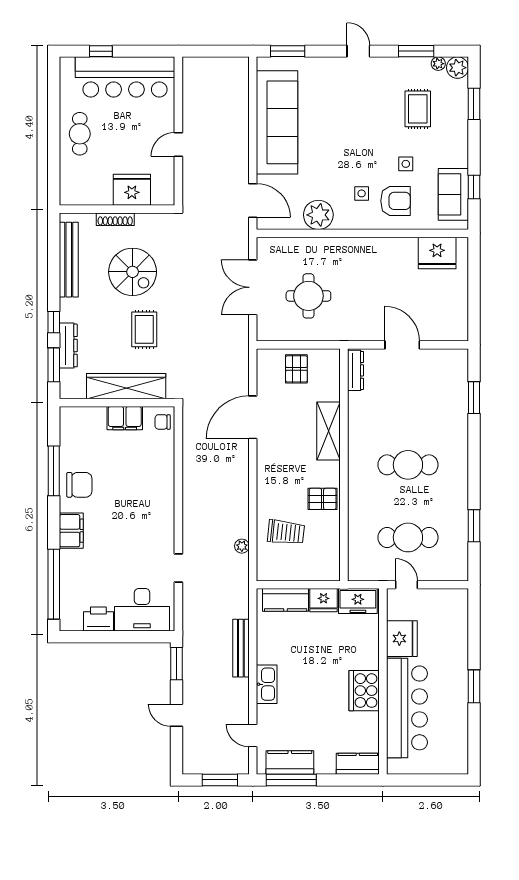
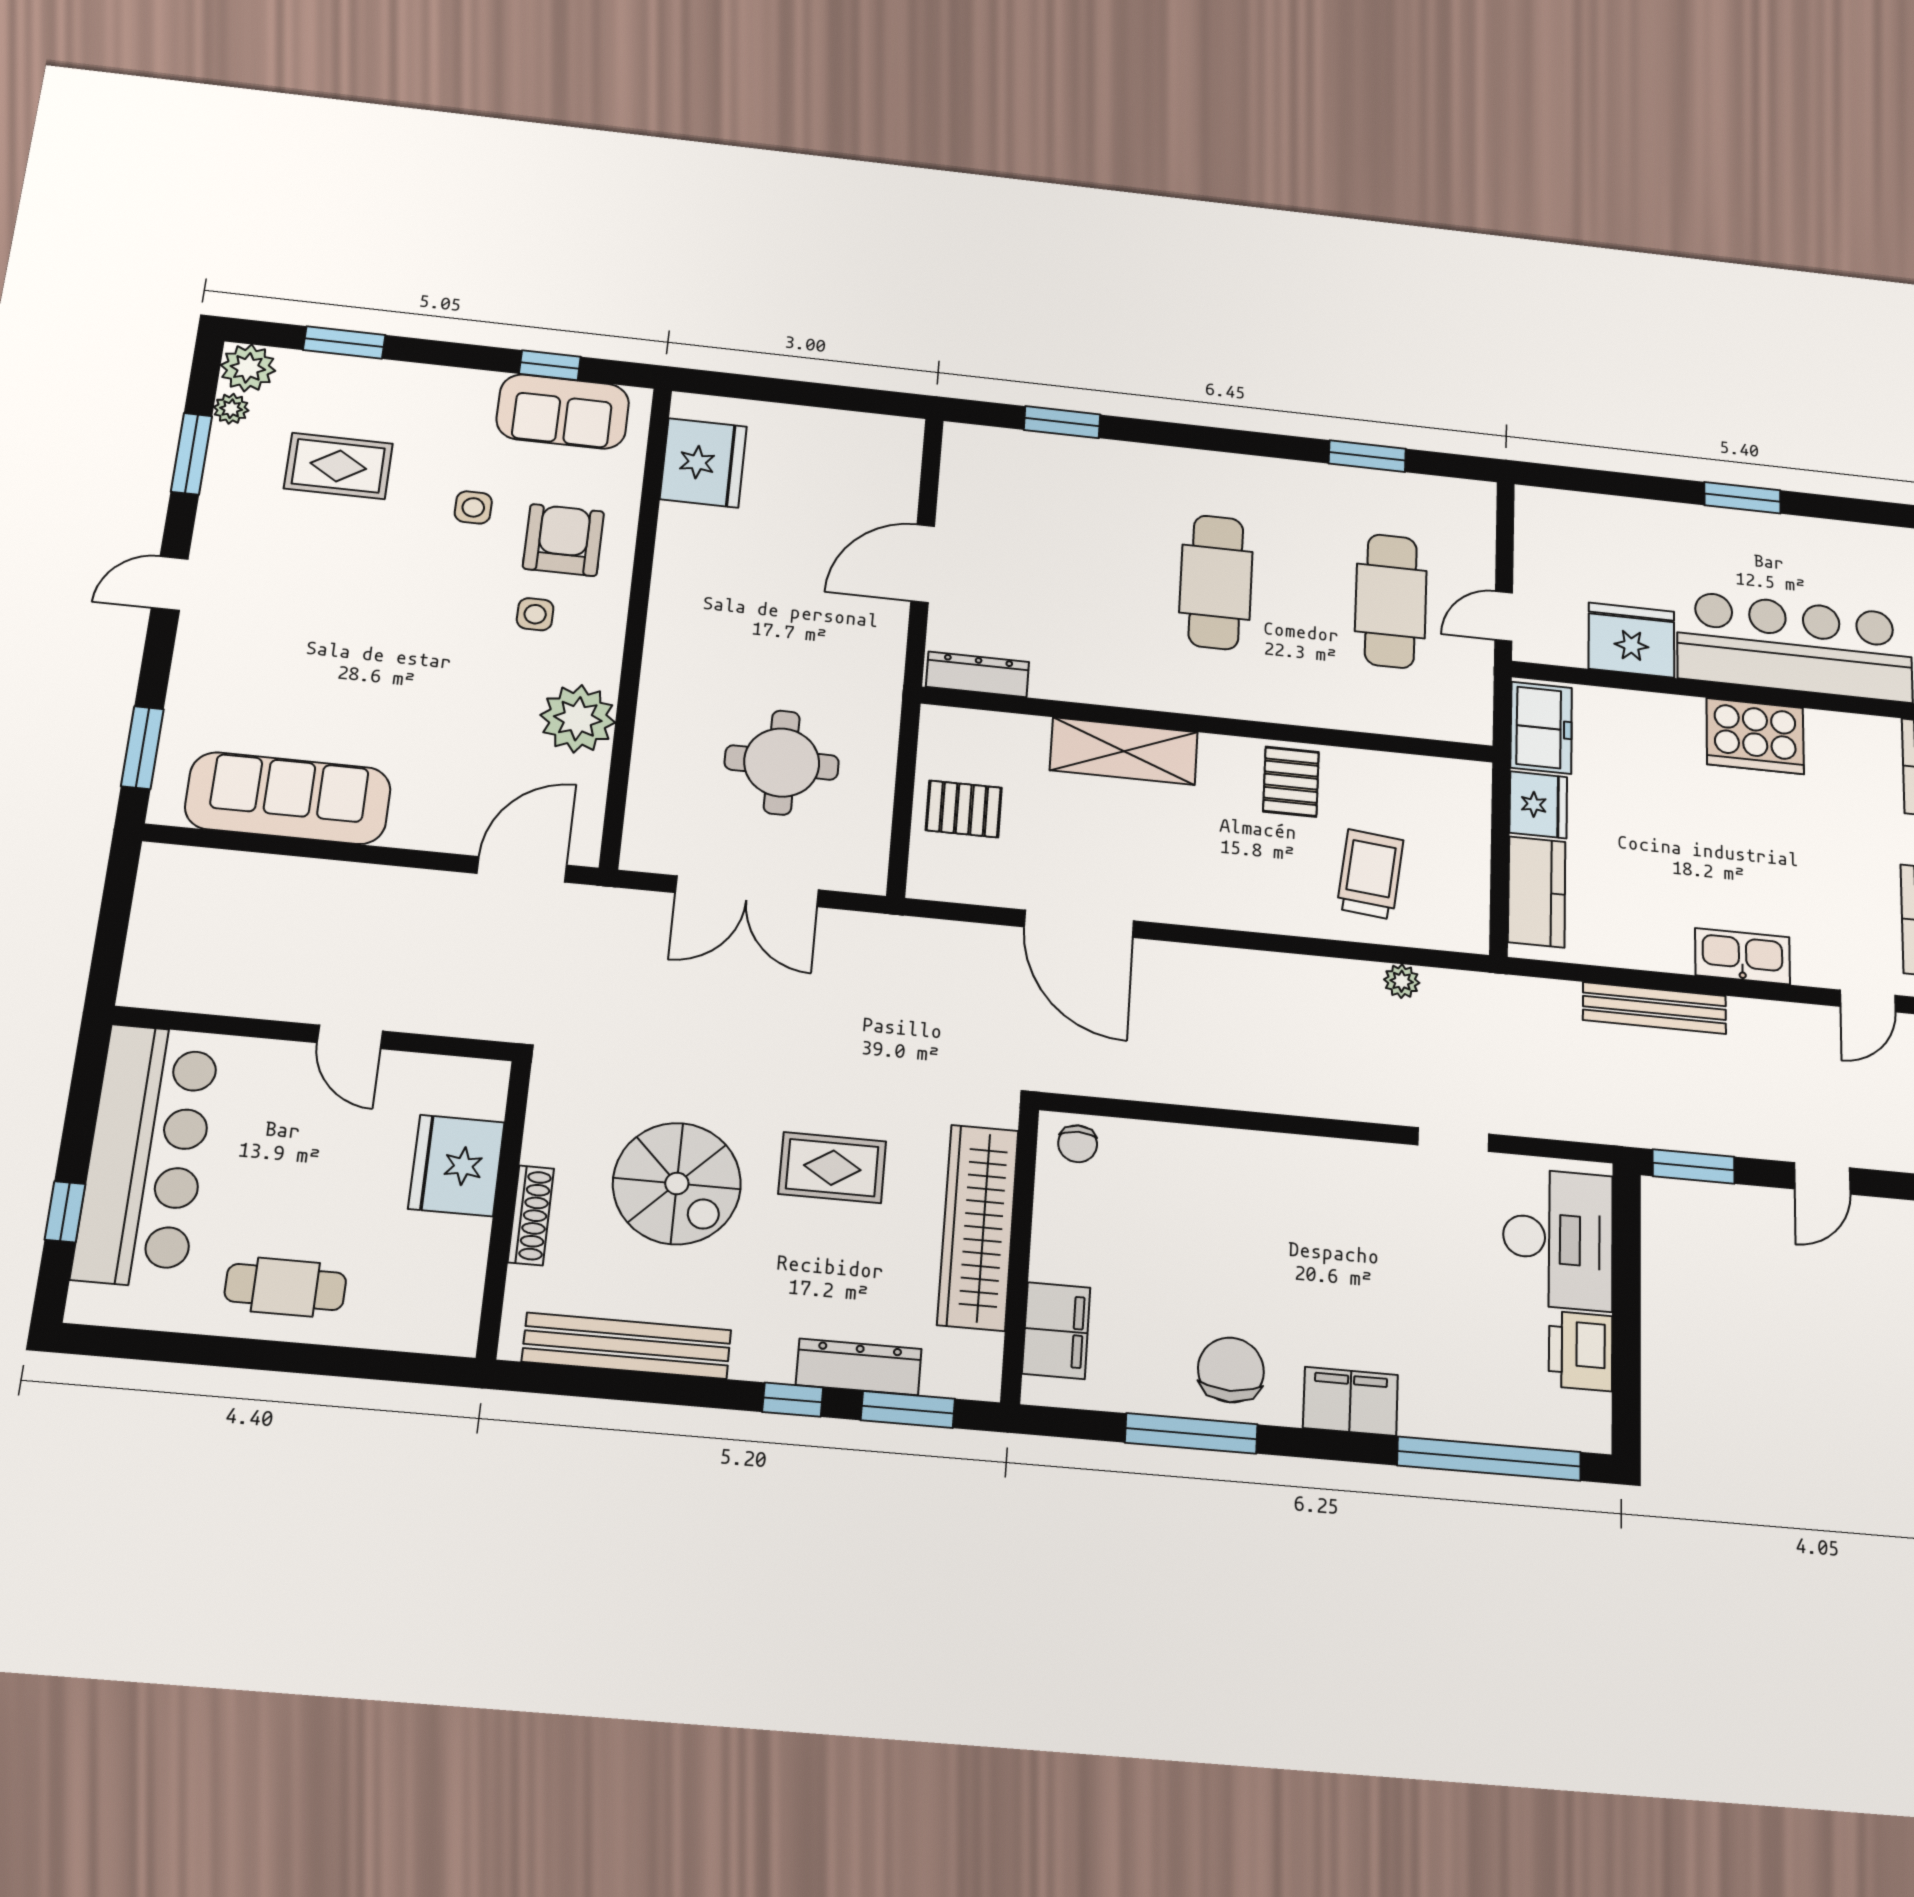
sofa: (277, 122) -> (288, 798), width x0.74, depth x0.79
spiral stairs: (133, 272) -> (677, 1183), turned 90
filing cabinet: (125, 418) -> (1056, 1331), moved

